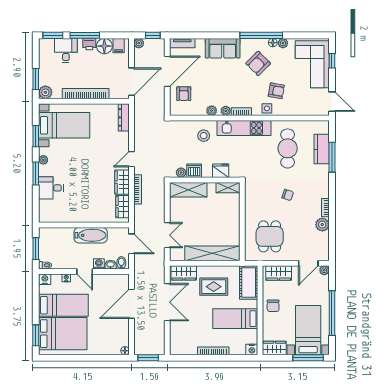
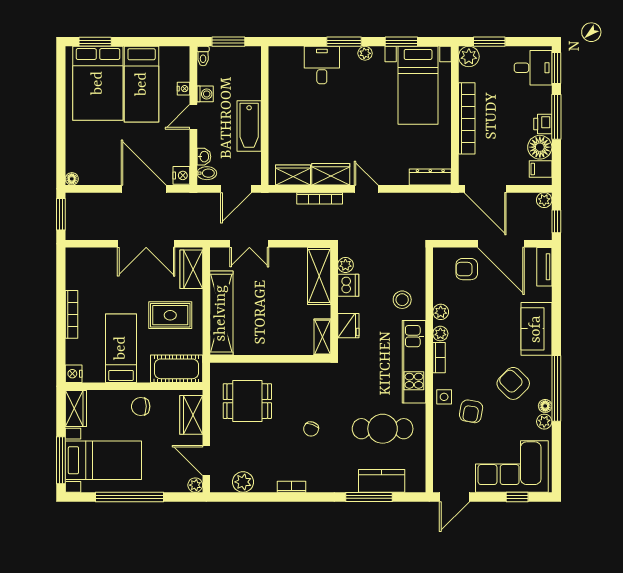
desk: (66, 50) -> (533, 68), moved
plant: (322, 225) -> (243, 482), moved
washing machine: (99, 264) -> (205, 94), moved
nightstand: (45, 279) -> (181, 175), moved
rug: (214, 287) -> (170, 315), turned 90

